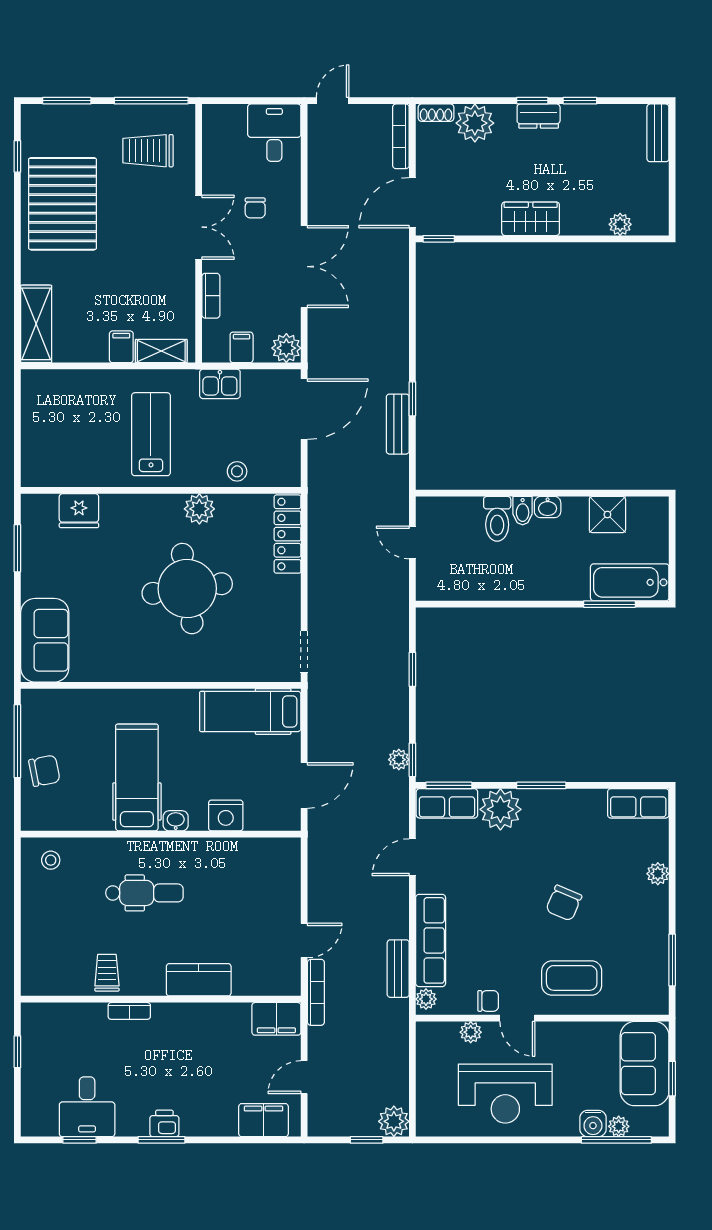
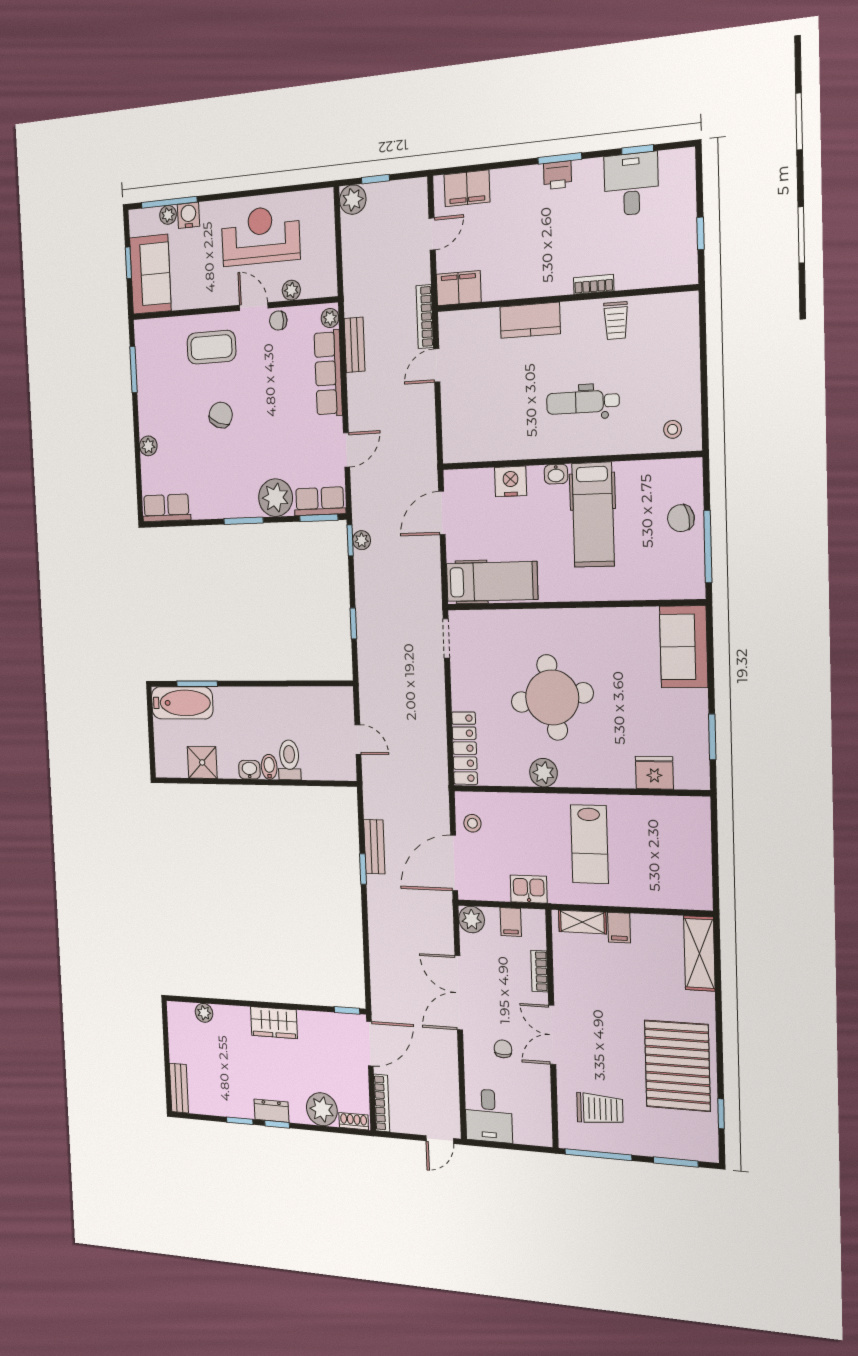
stool: (237, 471) -> (472, 823), moved

